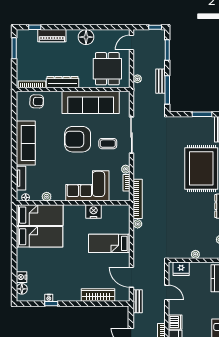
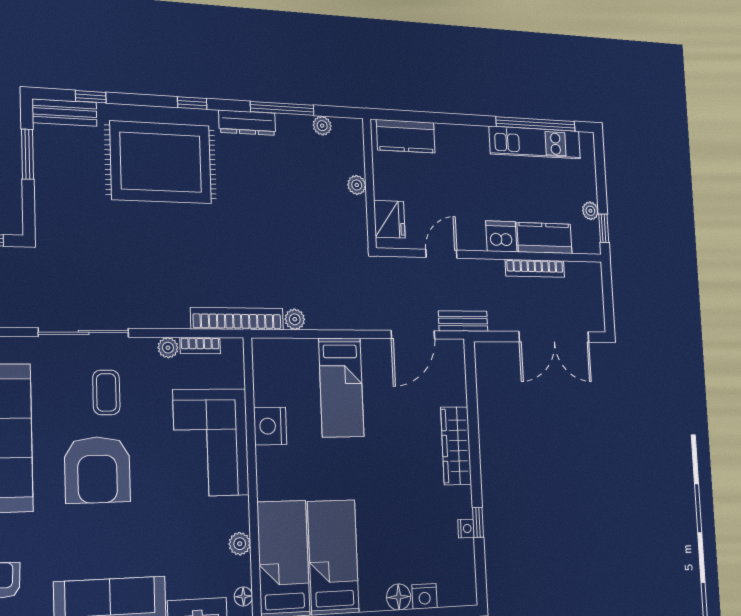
floor lamp: (22, 289) -> (399, 597), moved
wardrobe: (98, 295) -> (456, 446), moved

